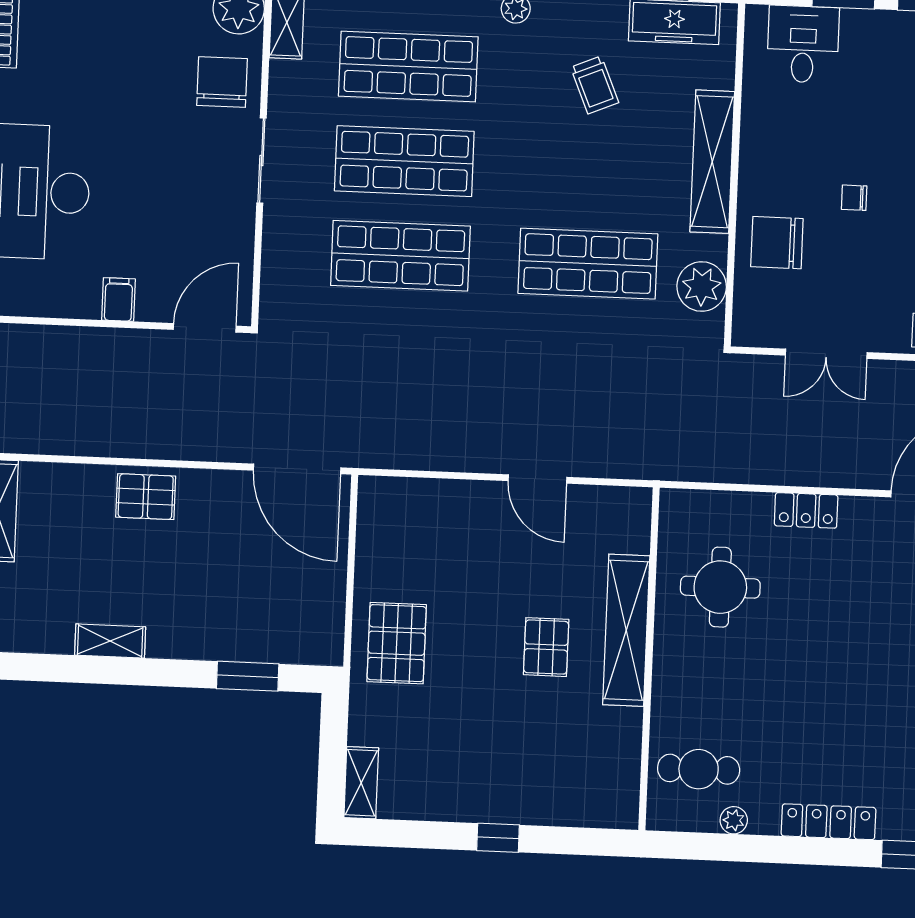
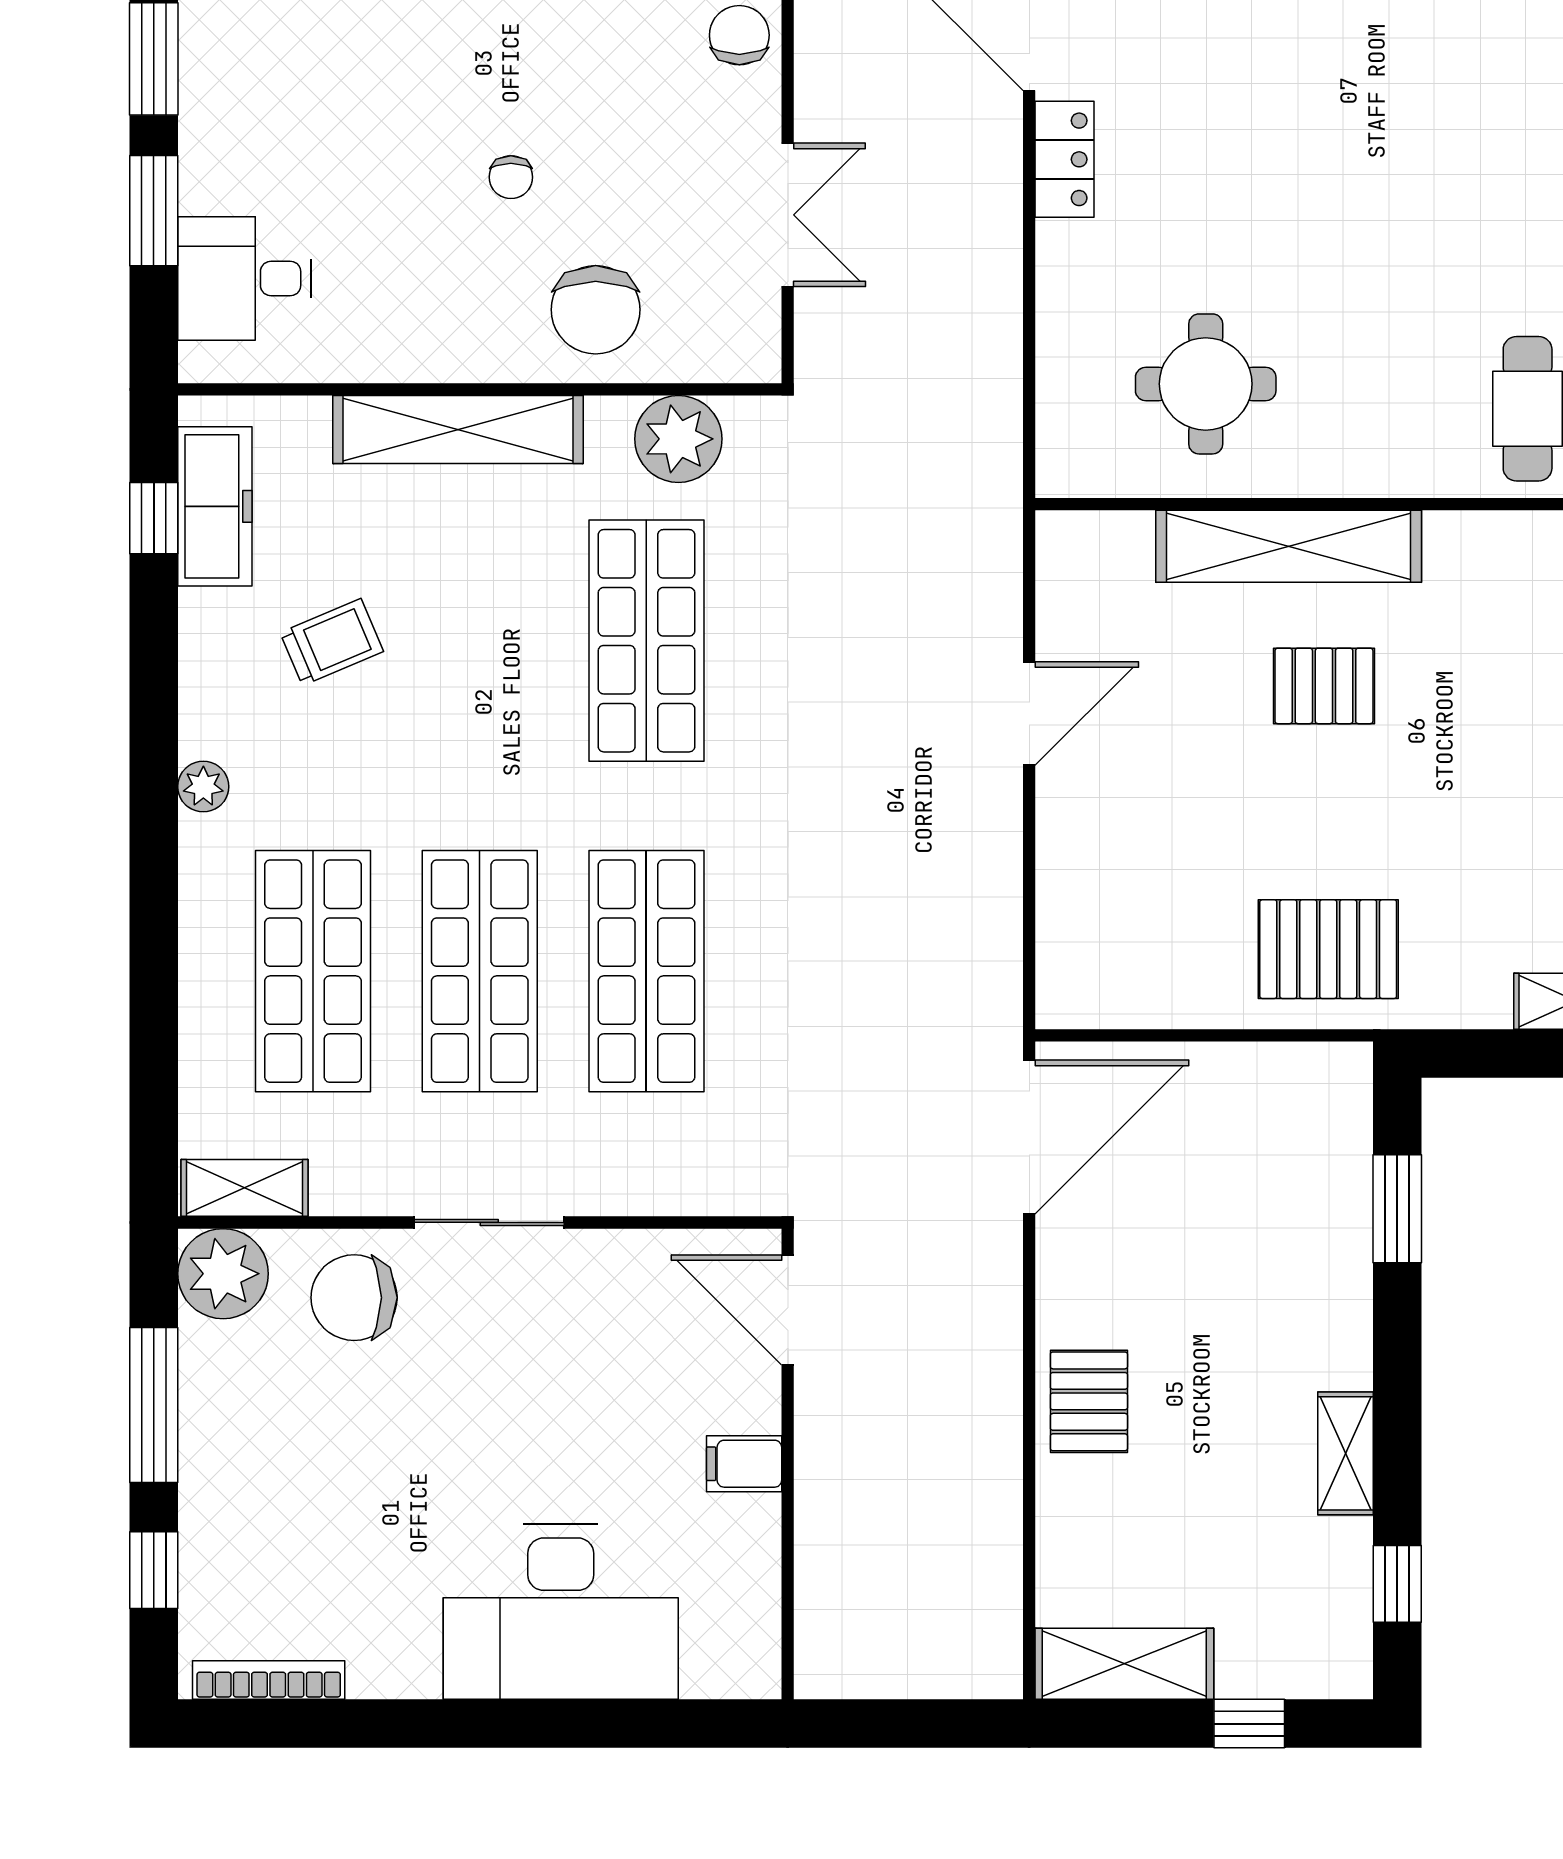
locker: (806, 510) -> (1064, 159), moved
window: (35, 667) -> (1397, 1584), added

